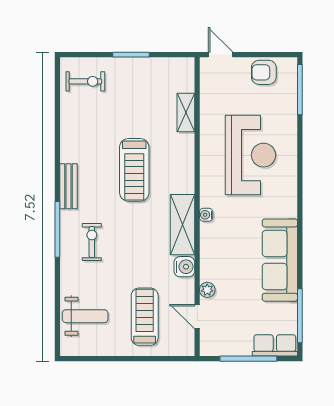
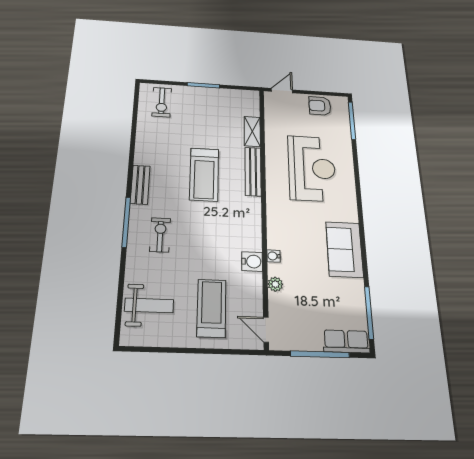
door: (221, 55) -> (282, 91), hinge flipped
exercise bike: (85, 81) -> (162, 102), turned 90
bench: (186, 163) -> (253, 171), added
water cooler: (206, 215) -> (273, 256), moved
shelving: (183, 225) -> (250, 223), removed
sofa: (280, 260) -> (344, 249), width x0.73
door: (197, 317) -> (266, 330), moved

